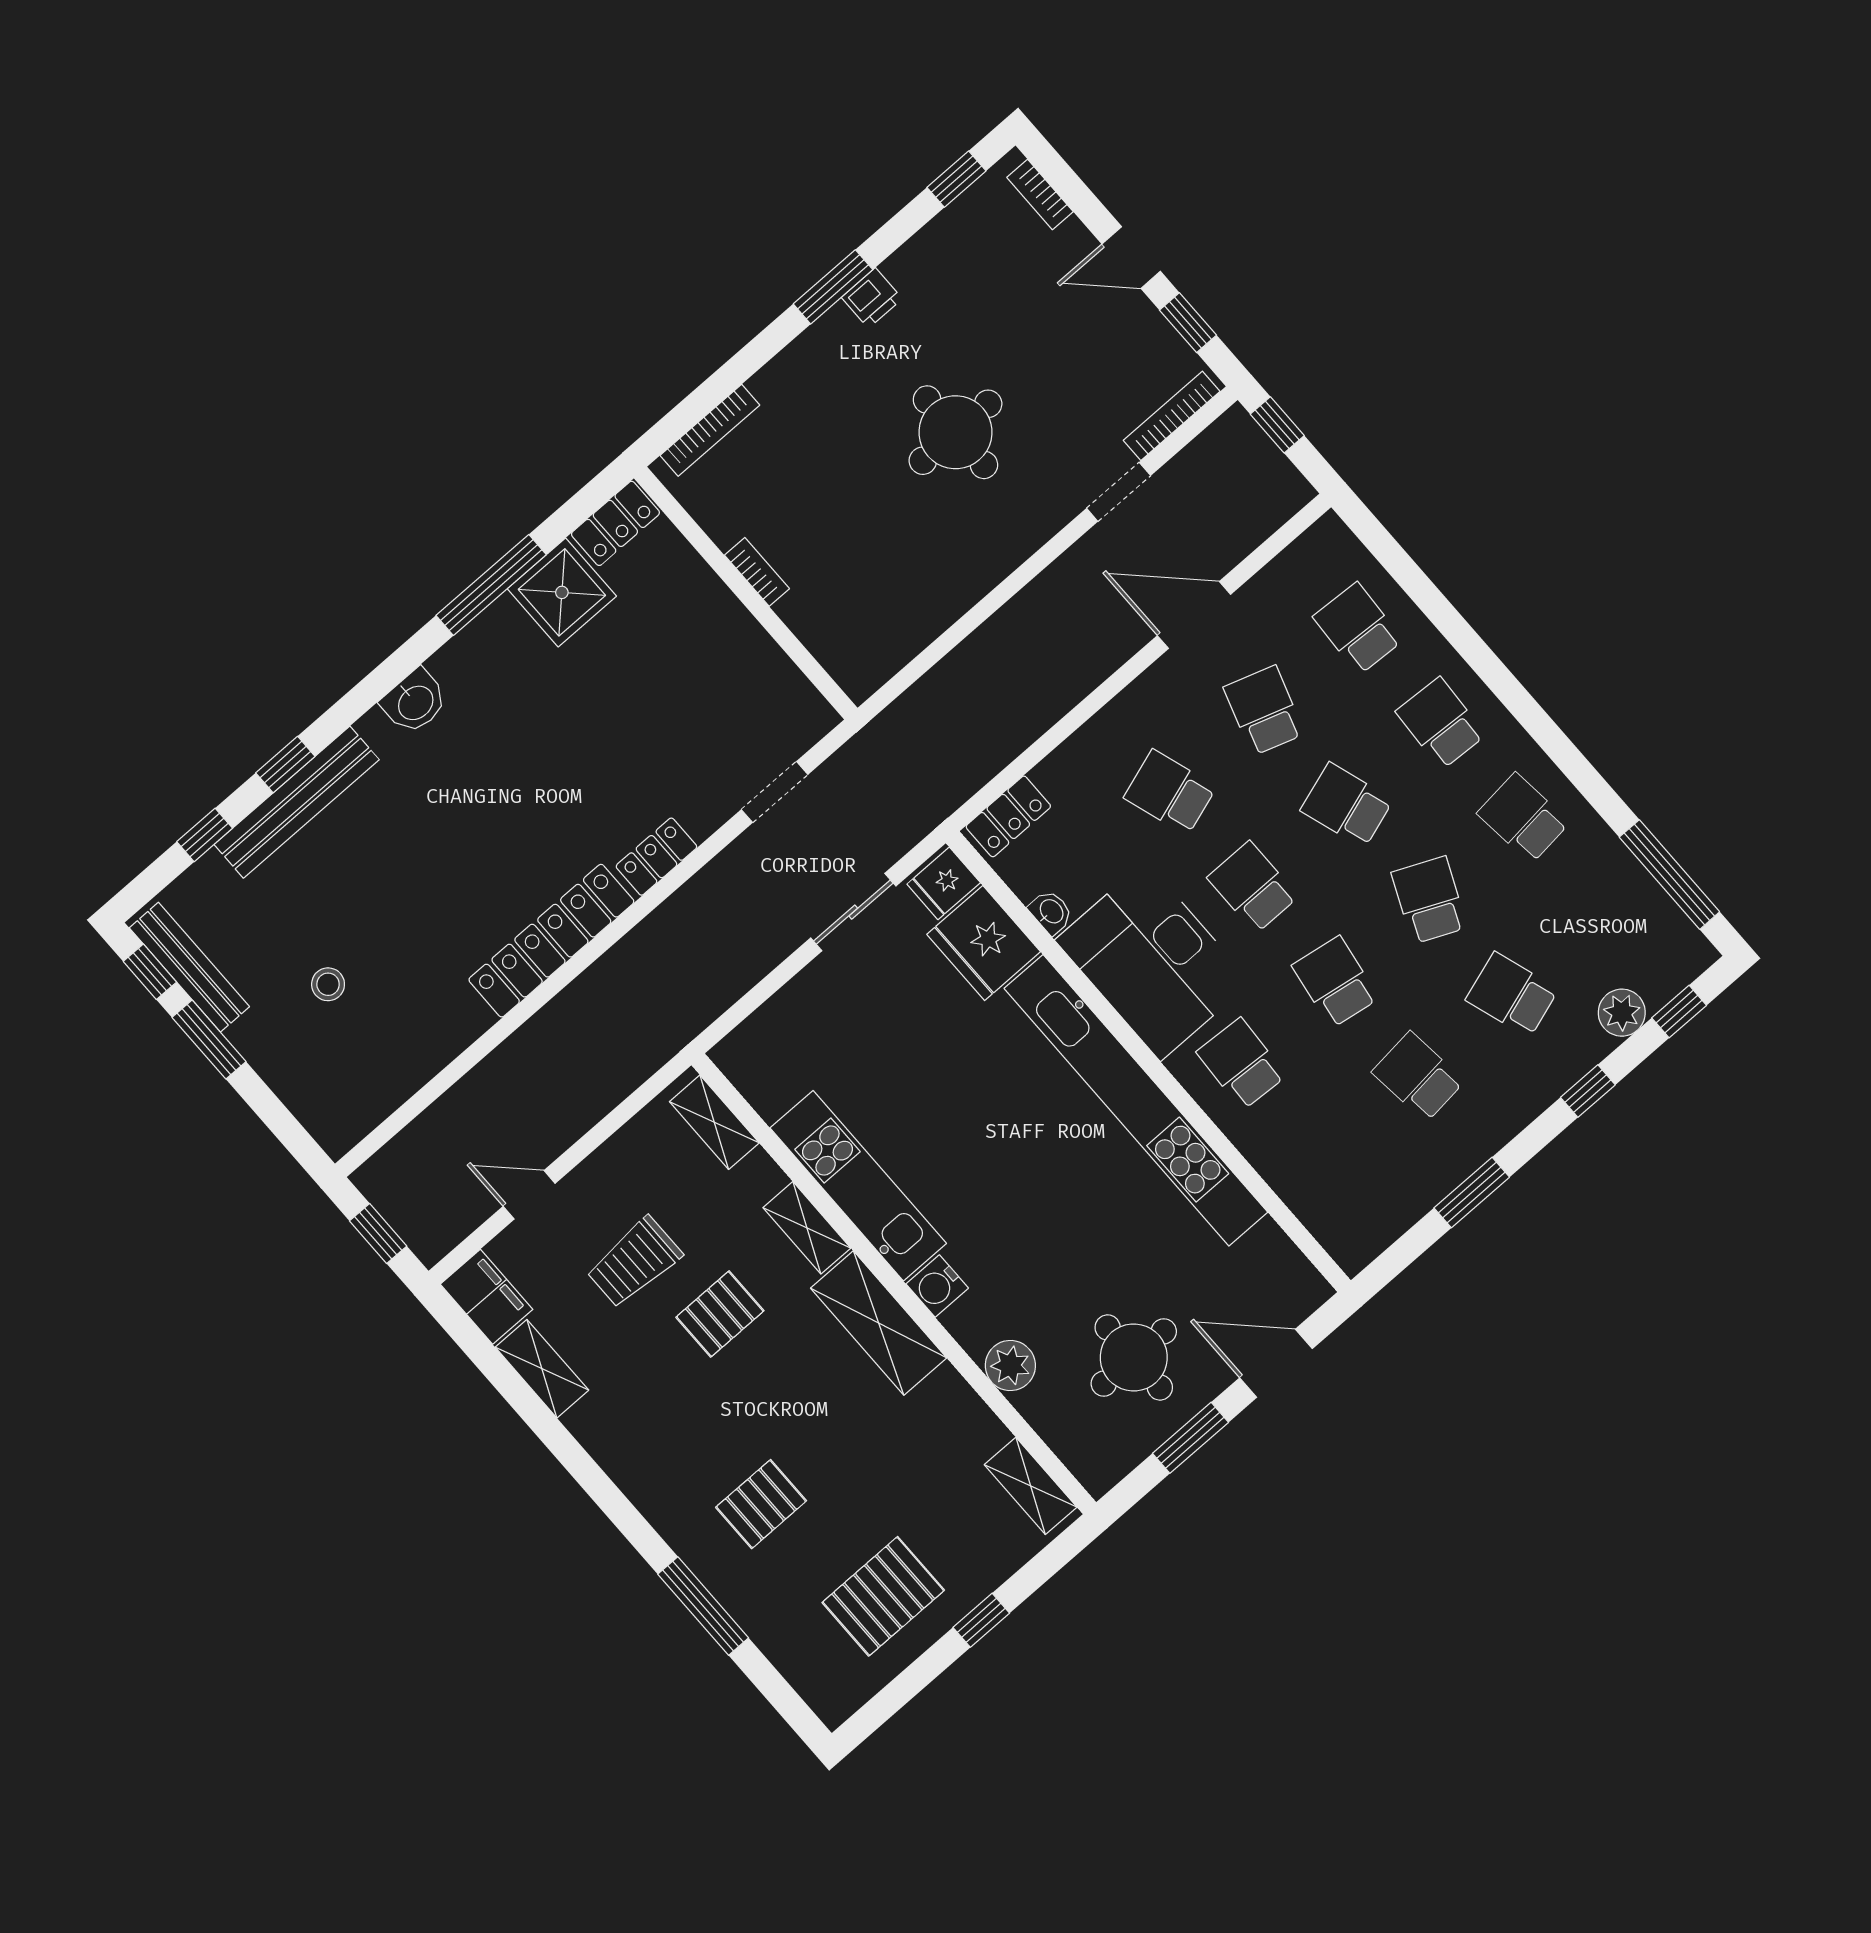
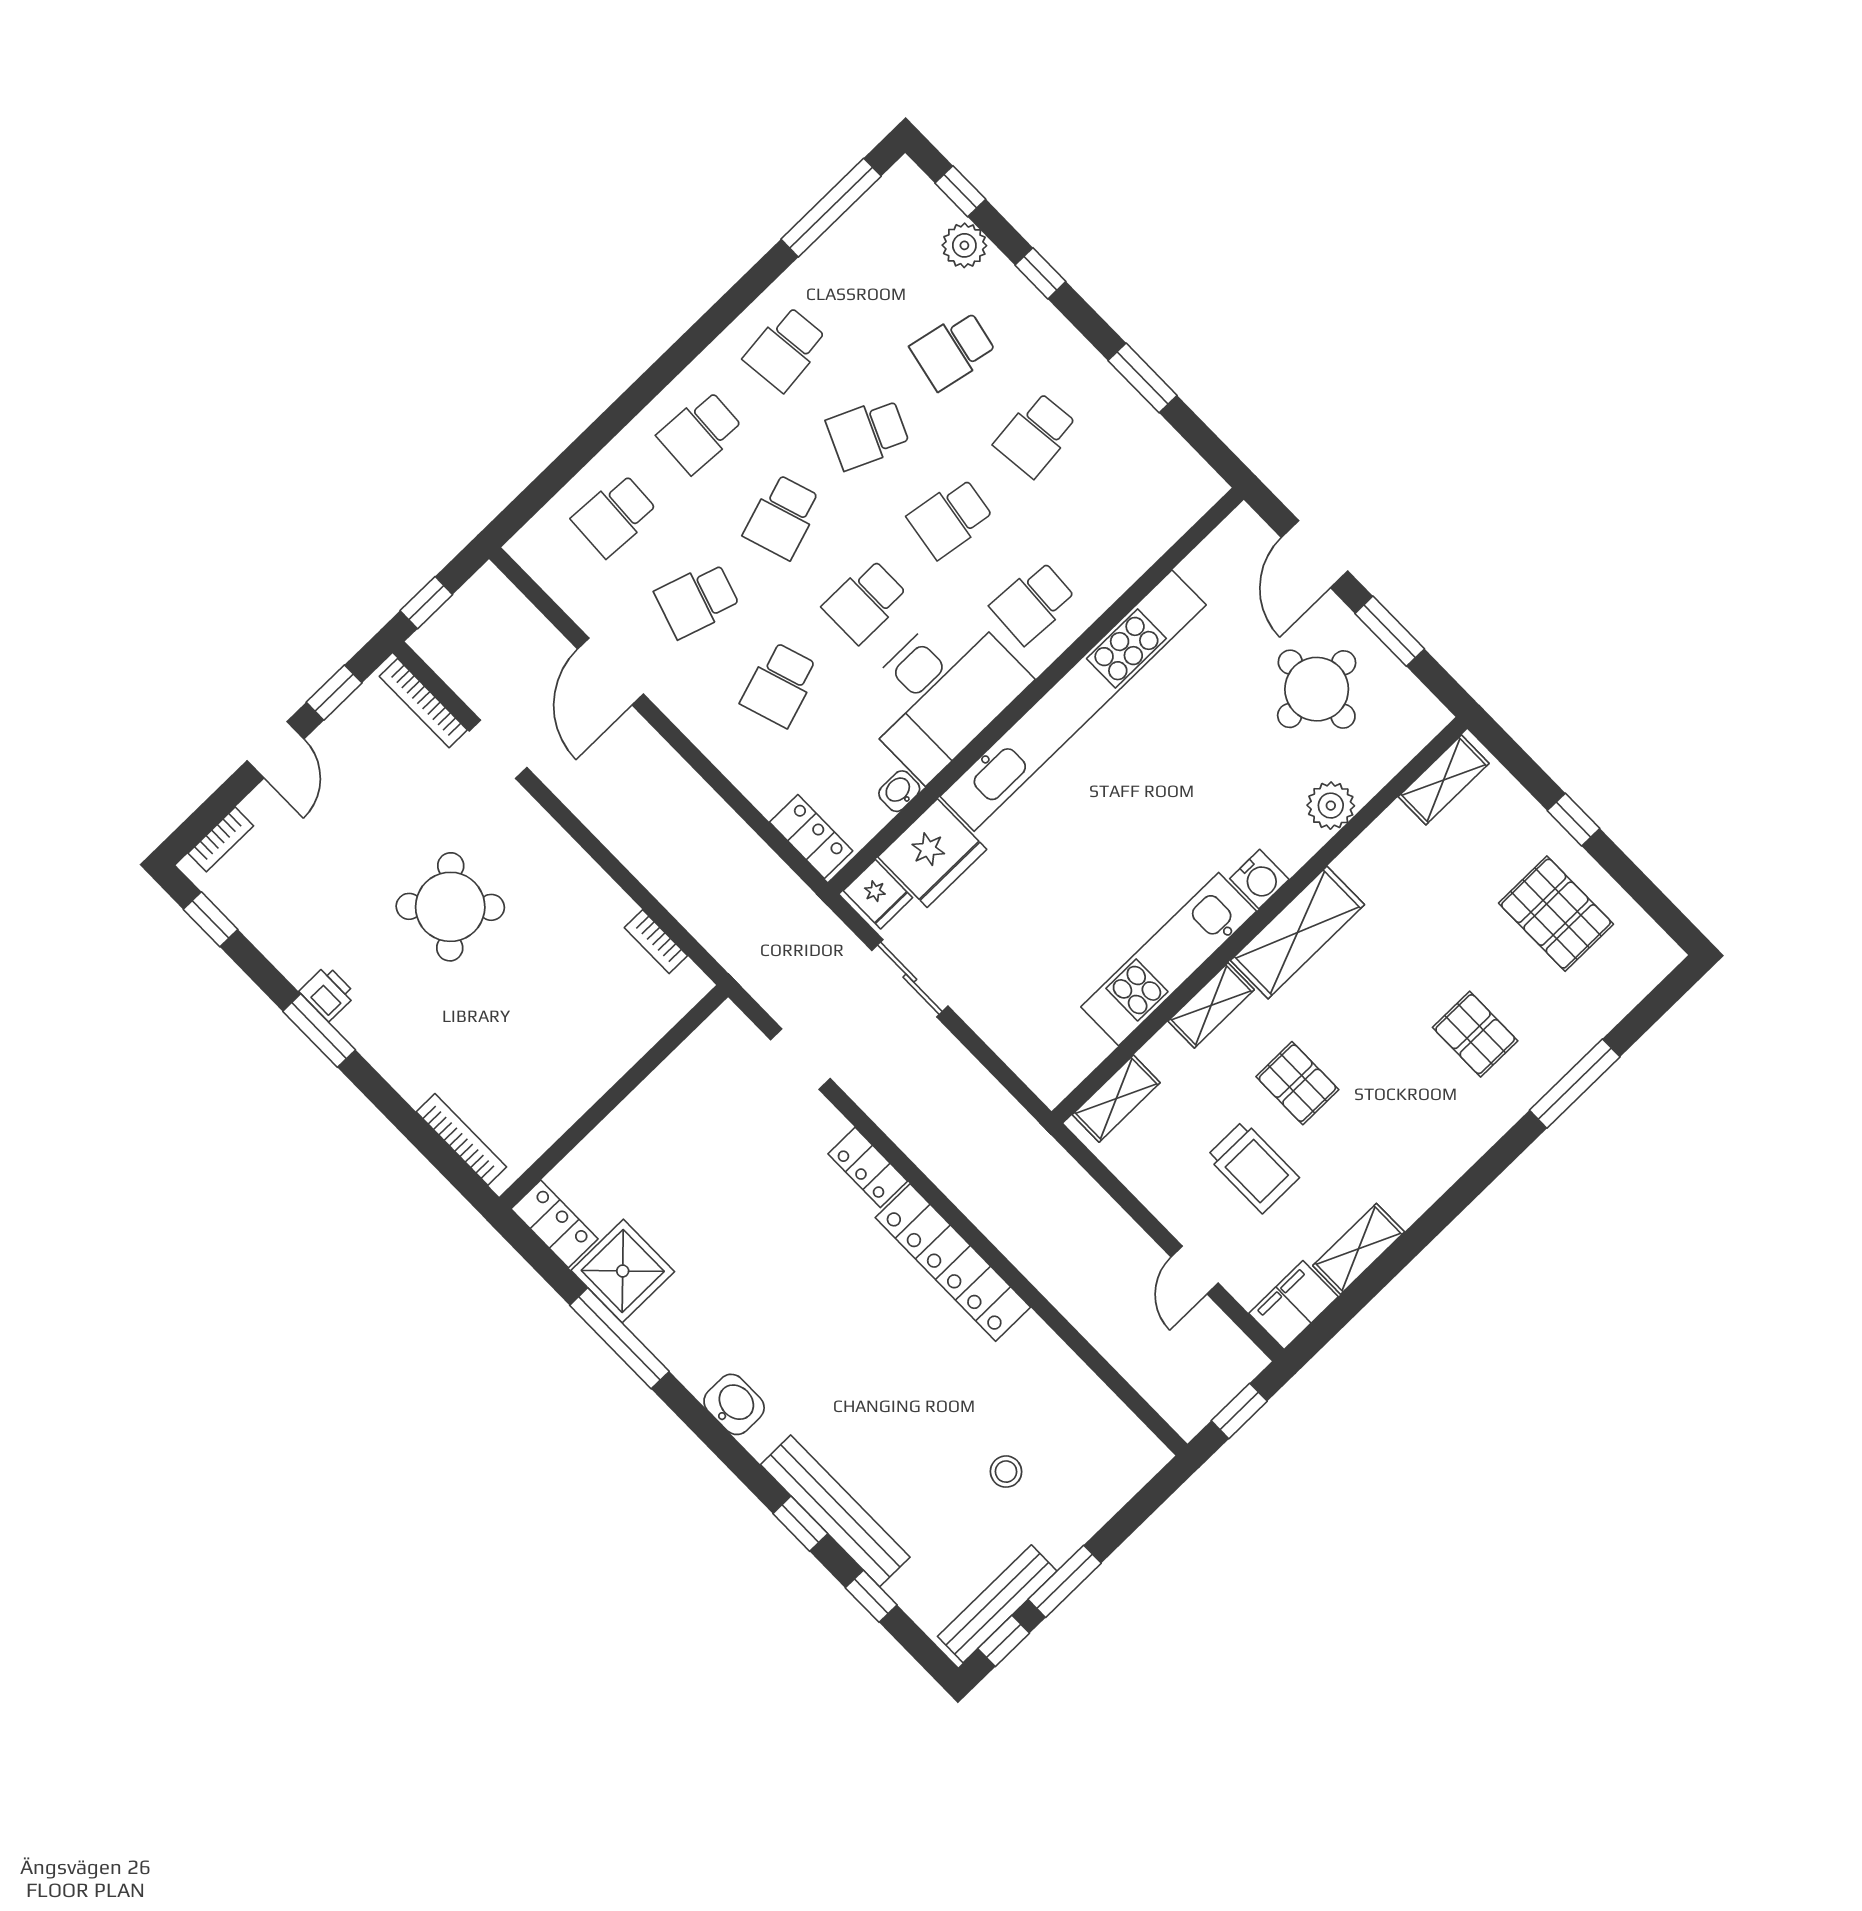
round table: (955, 432) -> (450, 907), turned 45
bookcase: (757, 572) -> (656, 942), moved, turned -90
school desk: (1512, 995) -> (953, 350), turned 30

